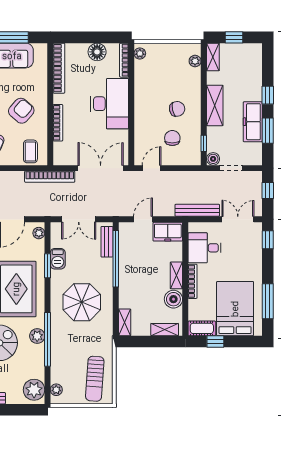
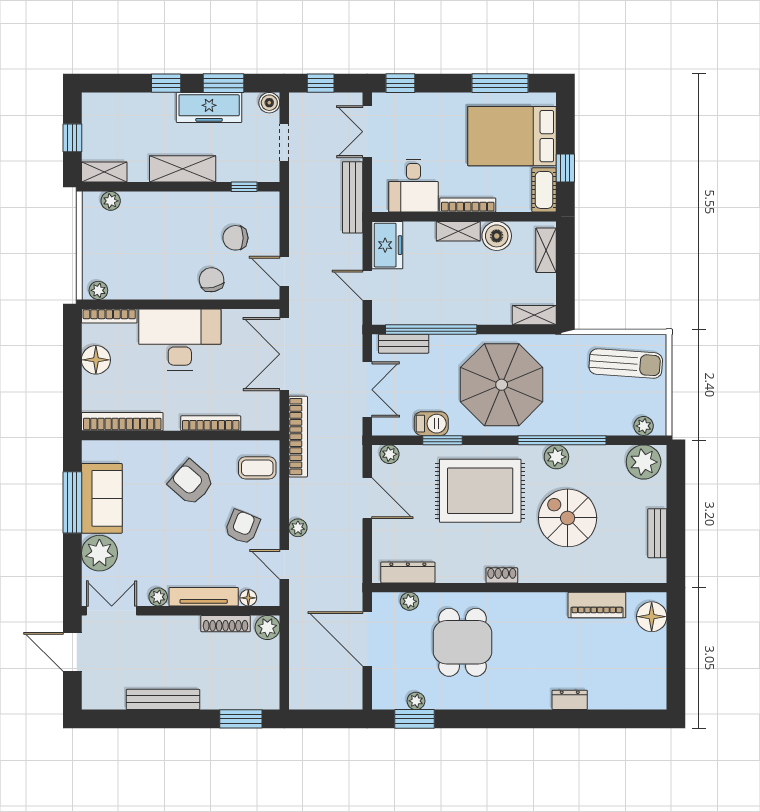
chair: (177, 109) -> (212, 280), moved
boiler: (213, 159) -> (269, 103), moved
parasol: (82, 302) -> (502, 385), width x1.36, depth x1.36

